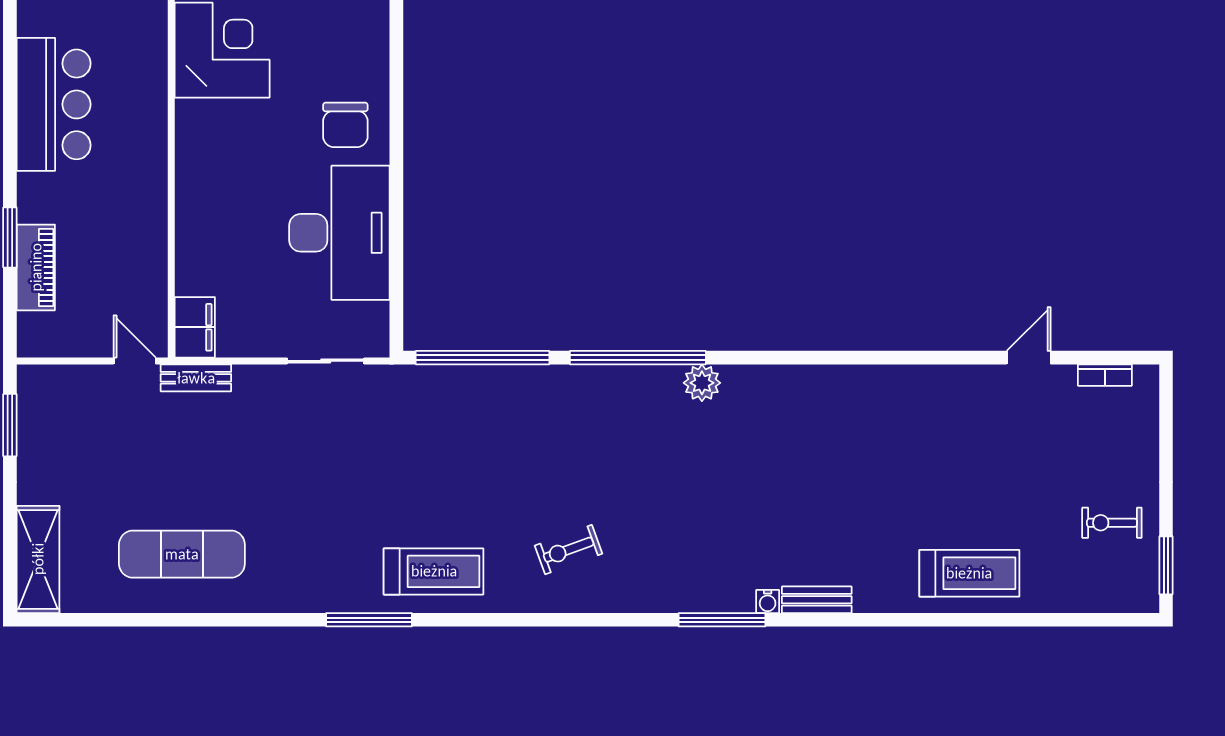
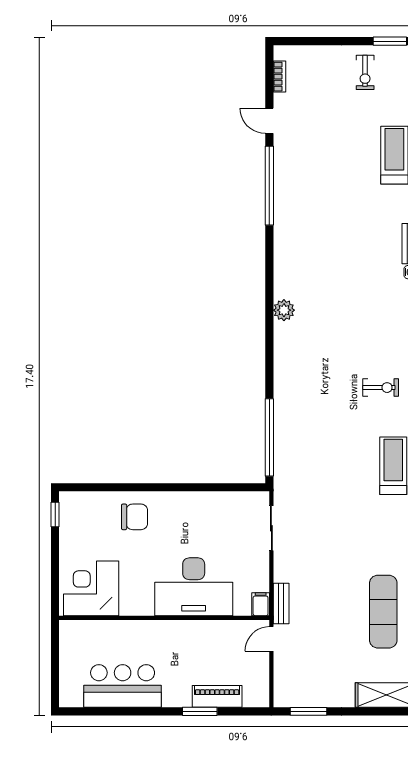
desk: (339, 233) -> (194, 587), moved, turned 180
filing cabinet: (195, 327) -> (261, 604), width x0.50
window: (638, 358) -> (269, 186), moved
exercise bike: (569, 550) -> (381, 388), turned -70

